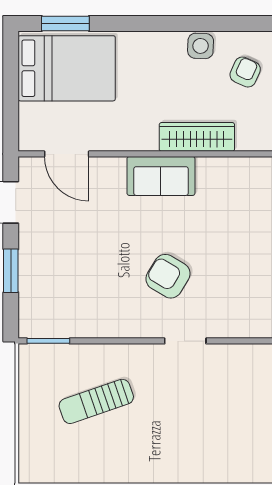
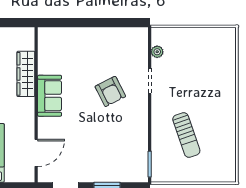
armchair: (168, 276) -> (110, 91), turned -58
plant: (233, 353) -> (157, 52), added

